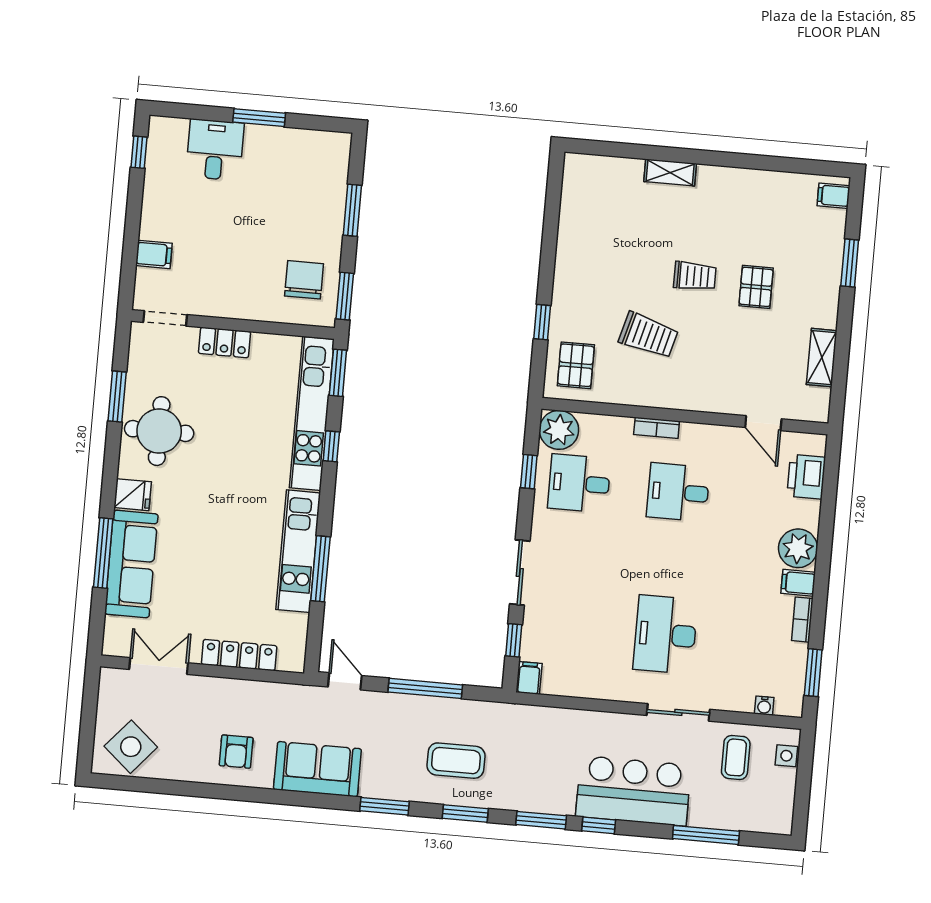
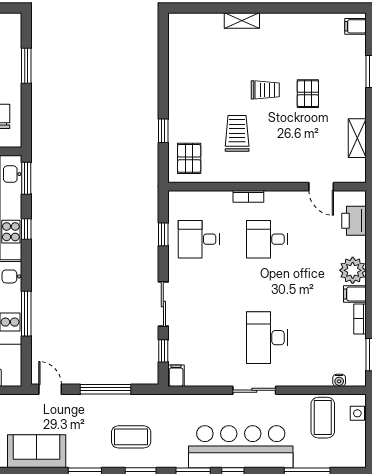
window: (345, 296) -> (26, 125), removed
trolley: (648, 335) -> (237, 133), turned -105
plant: (559, 430) -> (181, 204), removed
sliding door: (678, 712) -> (254, 390), moved
coffee table: (736, 757) -> (323, 418), width x1.36, depth x1.30
bar counter: (633, 791) -> (241, 447), width x1.36

